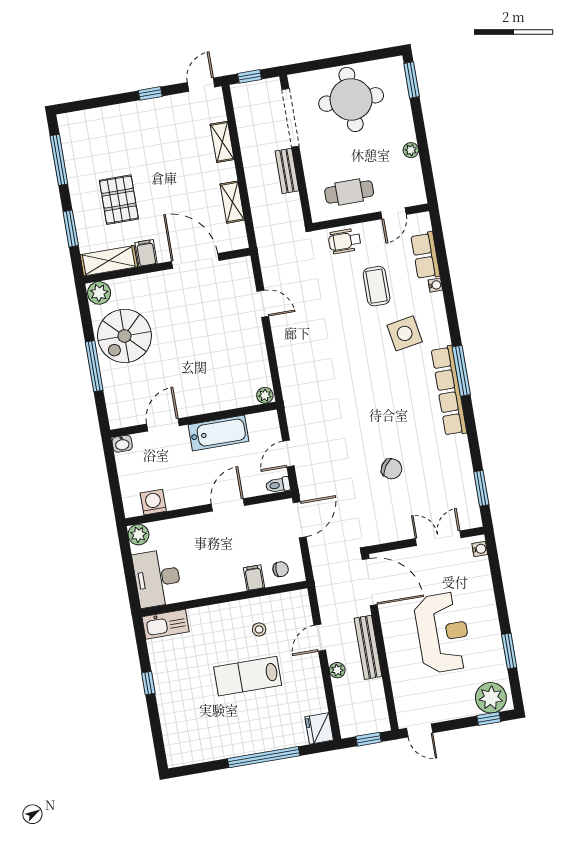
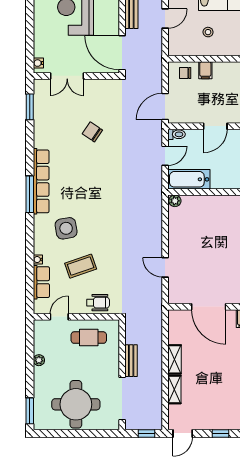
shelving: (232, 202) -> (175, 359), moved
coffee table: (376, 286) -> (81, 266), turned 71
bathtub: (218, 433) -> (189, 179), moved

